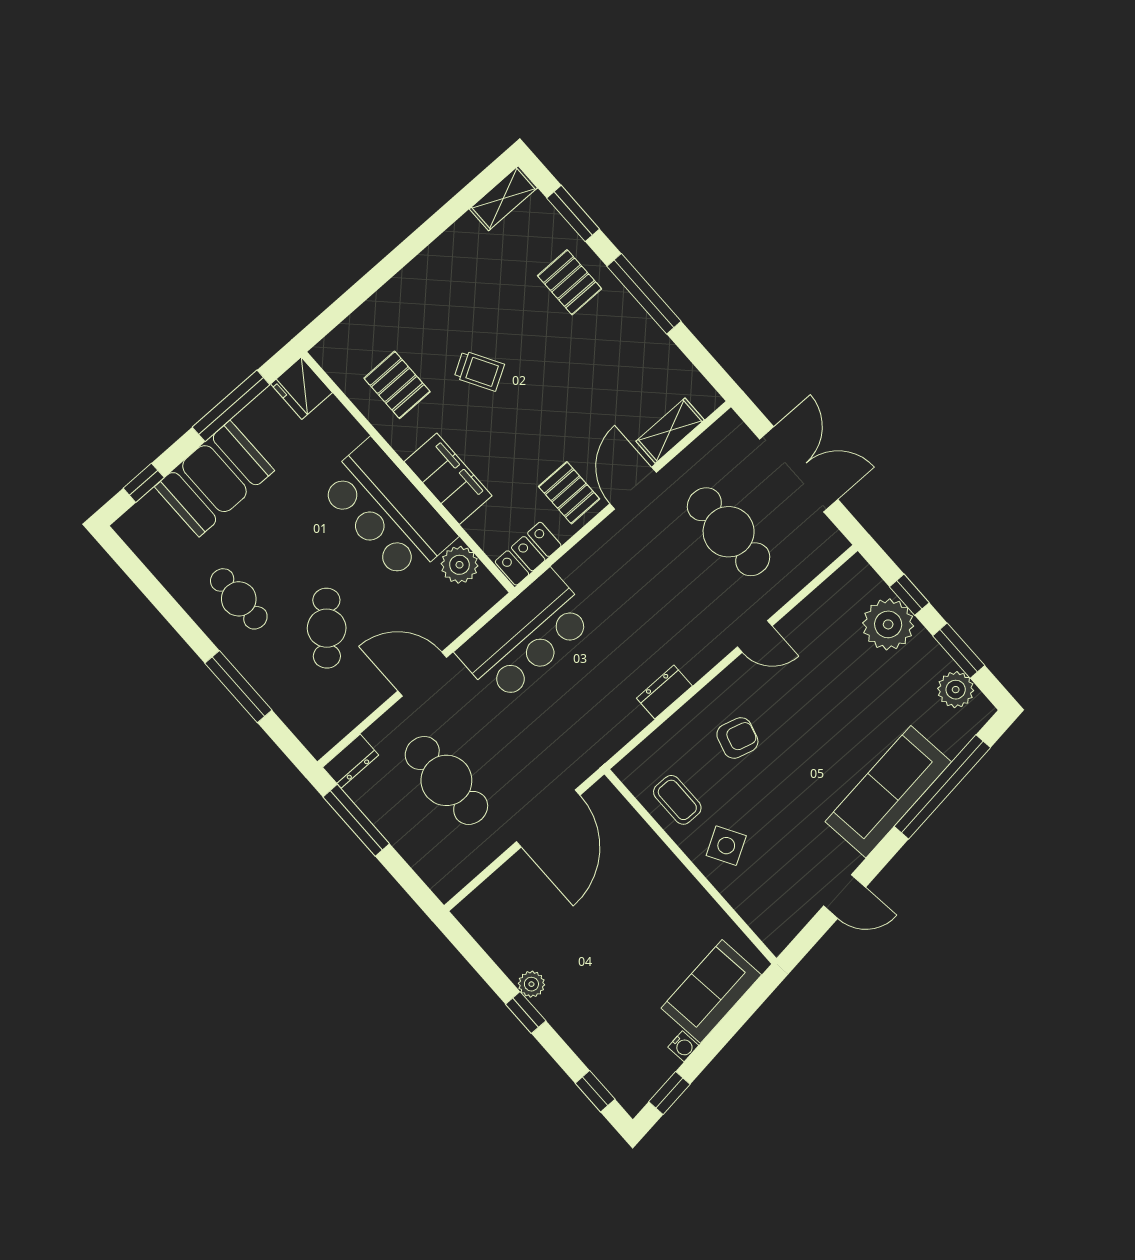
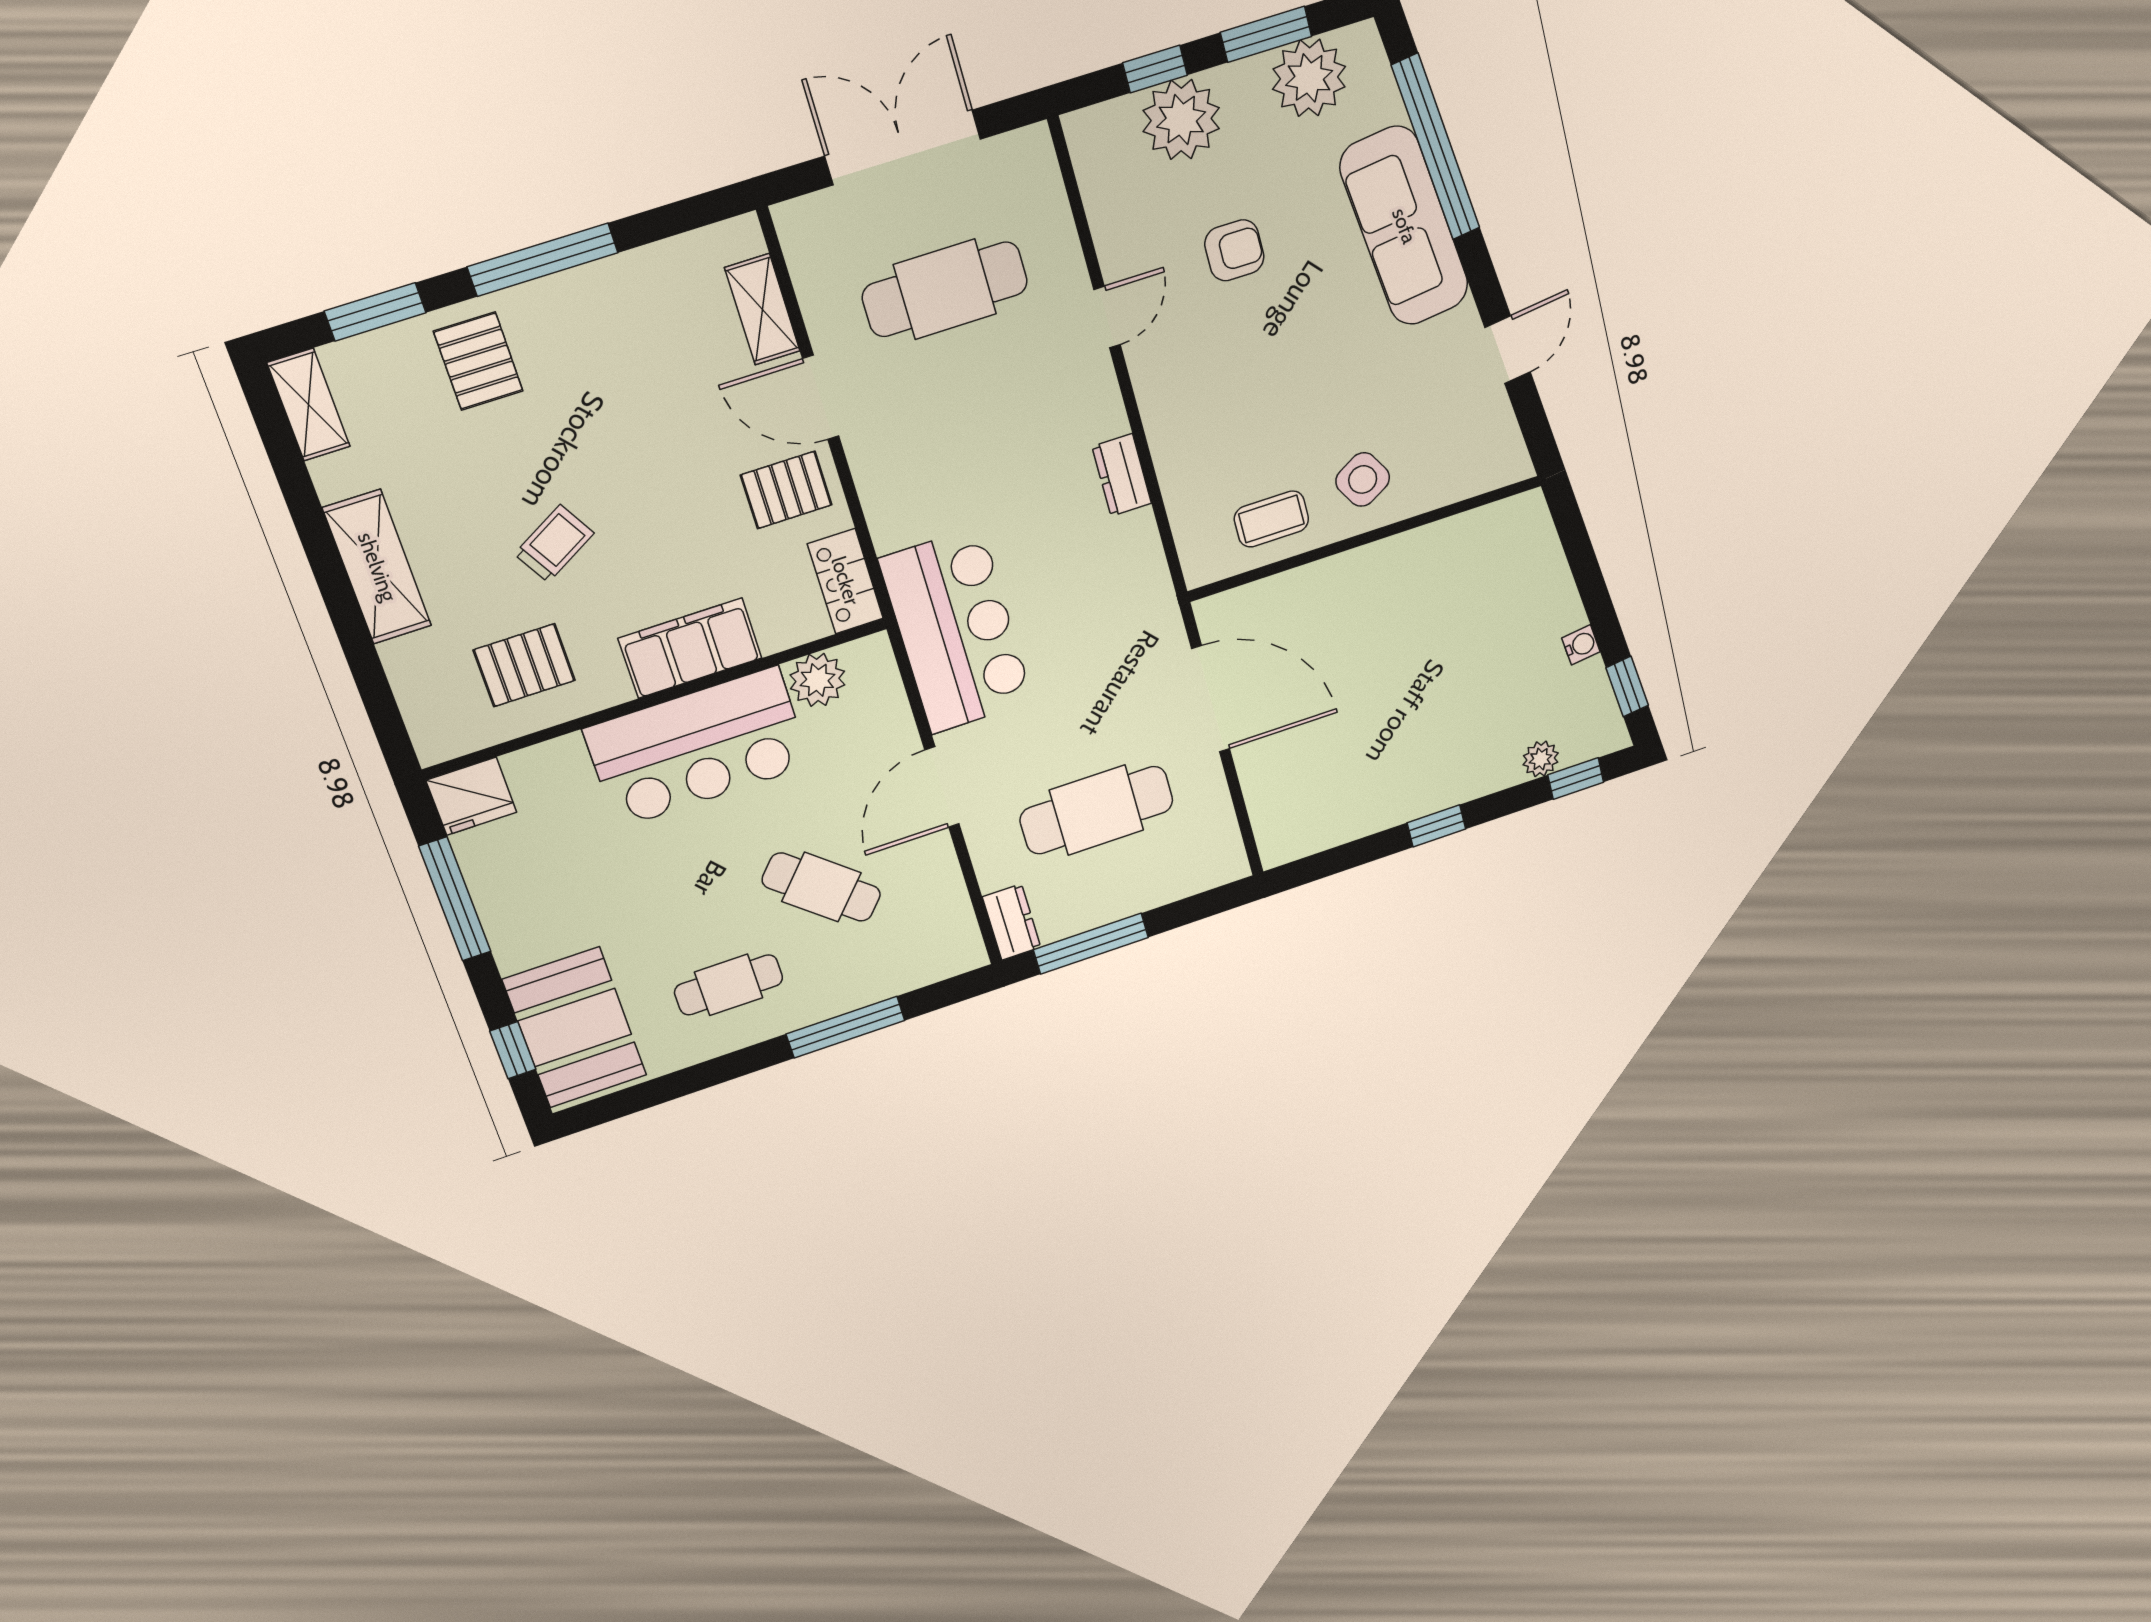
shelving: (423, 275) -> (377, 567), added
pallet: (570, 282) -> (478, 361), turned 90
booth: (214, 479) -> (575, 1028), moved
plant: (956, 690) -> (1309, 78), width x1.36, depth x1.36
armchair: (737, 738) -> (1234, 250), moved, turned 74
plant: (531, 984) -> (1541, 759), moved
sofa: (711, 991) -> (1534, 580), removed

